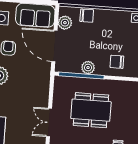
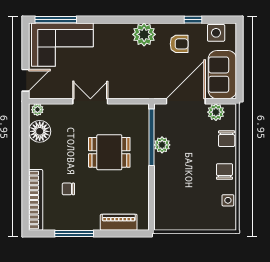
chair: (117, 62) -> (224, 171), moved
dining table: (91, 110) -> (109, 152), width x0.73

